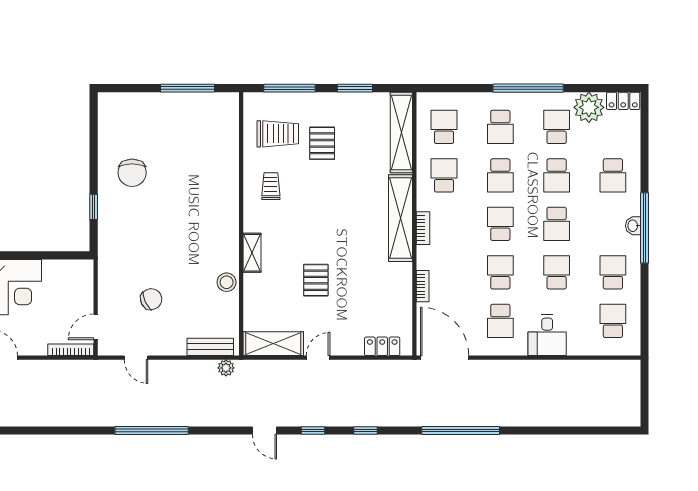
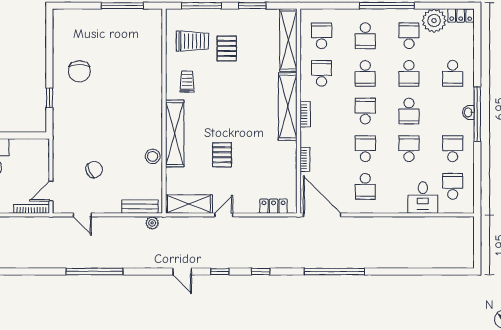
shelving: (252, 253) -> (175, 133), width x2.20, depth x1.33
desk: (547, 335) -> (423, 198), moved

